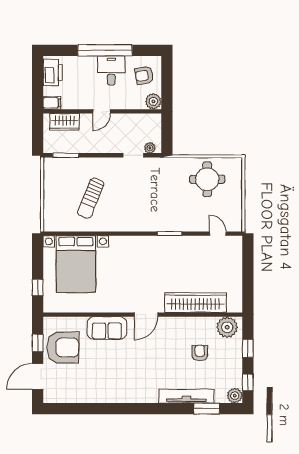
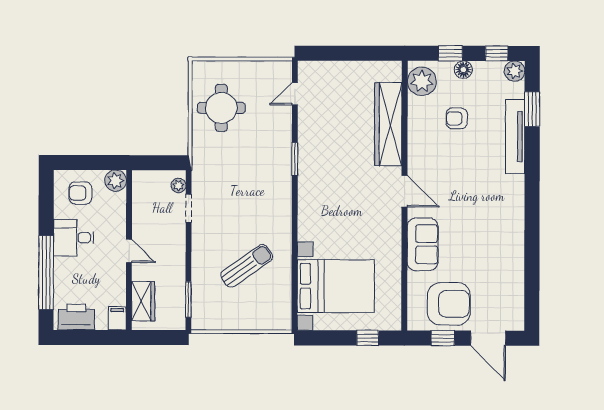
window: (105, 50) -> (46, 273), moved
armchair: (144, 75) -> (80, 193), turned 100
sun lounger: (91, 198) -> (247, 266), turned -57
armchair: (63, 347) -> (449, 304), turned 90
floor lamp: (236, 358) -> (463, 70), added

